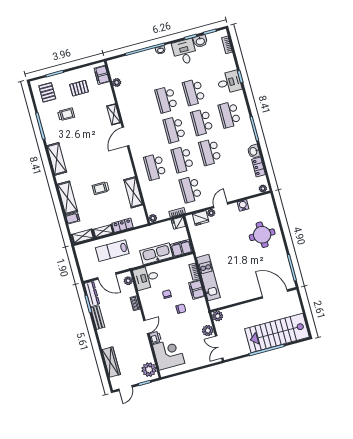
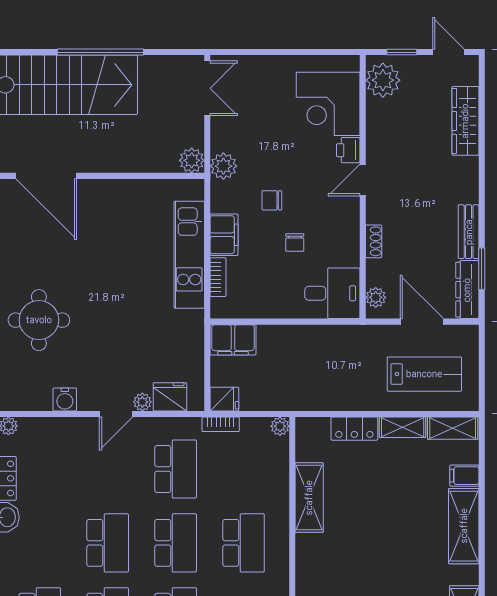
trolley: (101, 188) -> (382, 527), removed
lab bench: (112, 251) -> (424, 374), moved
kitchen sink: (156, 254) -> (294, 342), removed
plant: (208, 331) -> (223, 166), moved
door: (126, 388) -> (448, 52), hinge flipped

